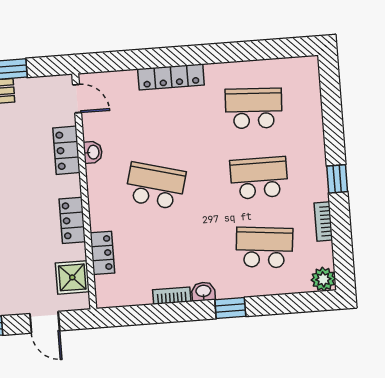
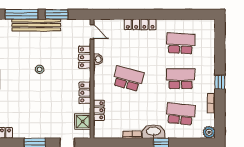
washbasin: (203, 291) -> (153, 132), width x1.91, depth x1.45

